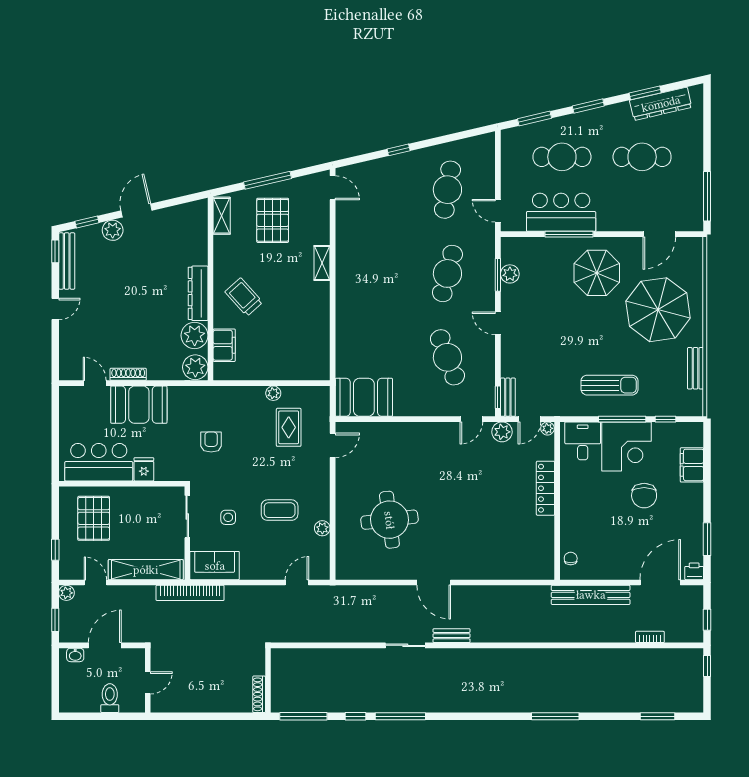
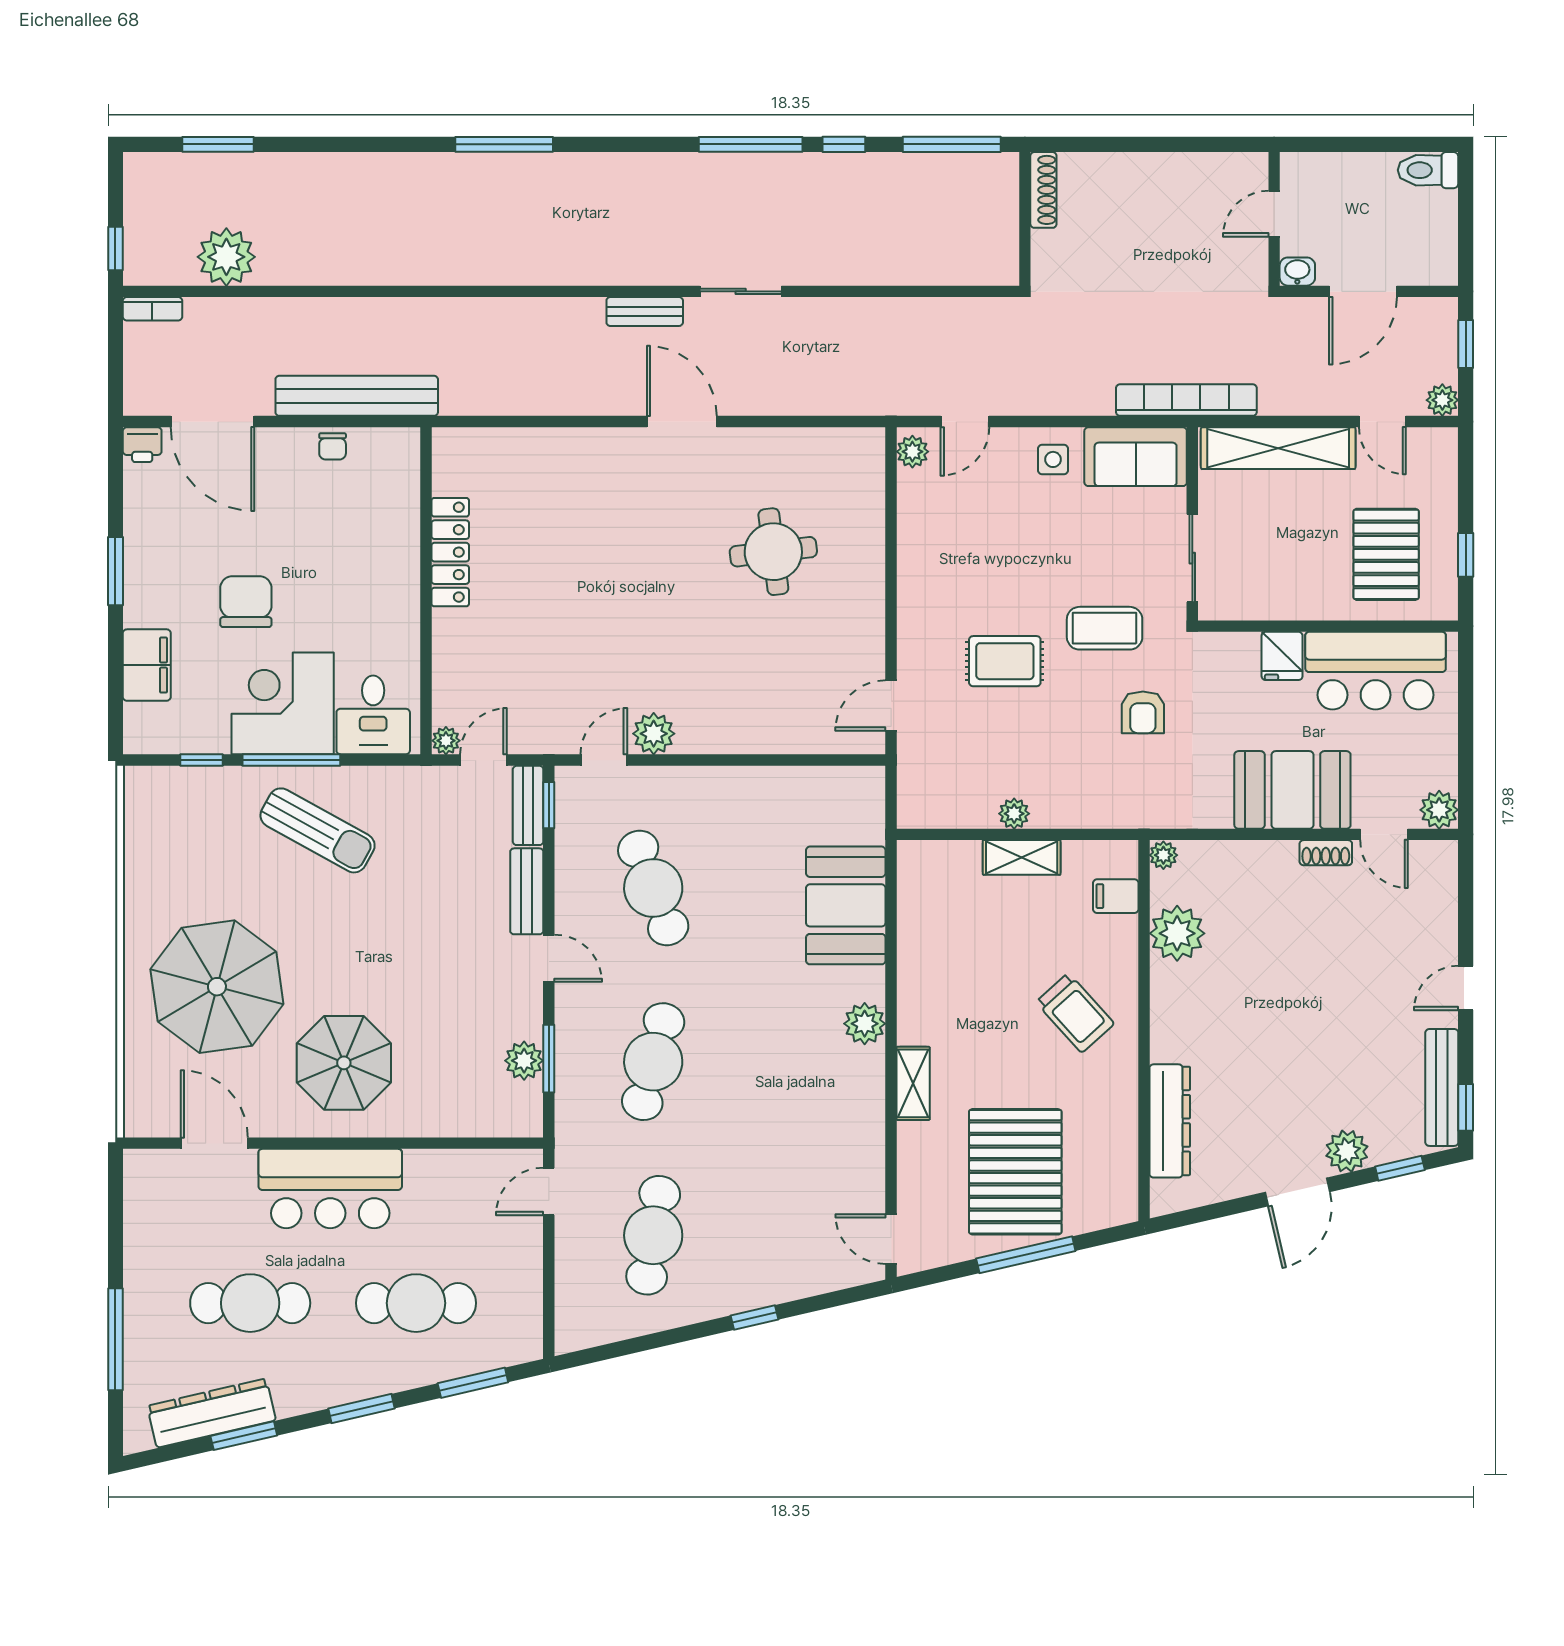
window: (707, 196) -> (115, 1339), moved
door: (498, 211) -> (549, 1191), swing flipped
bar counter: (561, 212) -> (330, 1189), moved
shelving: (222, 216) -> (1022, 857), moved, turned 90
pallet: (273, 220) -> (1015, 1172), width x1.37, depth x1.41
window: (569, 234) -> (401, 1143), removed
door: (659, 234) -> (214, 1143), hinge flipped
plant: (345, 292) -> (865, 1024), added
dresser: (198, 293) -> (1170, 1121), moved
filing cabinet: (224, 345) -> (1116, 896), width x0.50
plant: (195, 367) -> (1163, 855), width x0.53, depth x0.53
bench: (696, 368) -> (527, 891), moved
shoe rack: (128, 374) -> (1326, 853), width x0.70
sun lounger: (610, 385) -> (318, 830), turned -151
plant: (68, 395) -> (1439, 810), added
booth: (364, 397) -> (846, 905), moved, turned 90
rug: (289, 427) -> (1005, 661), moved, turned 90
plant: (502, 432) -> (654, 734), moved
locker: (545, 488) -> (450, 552), moved
coffee table: (280, 510) -> (1105, 628), moved
side table: (228, 517) -> (1053, 459), moved
round table: (389, 520) -> (773, 552), width x0.73, depth x0.73
plant: (322, 528) -> (912, 452), moved
window: (707, 539) -> (115, 571), moved
window: (55, 550) -> (1466, 555), moved
chair: (571, 558) -> (333, 446), moved
door: (660, 582) -> (212, 422), hinge flipped
window: (707, 620) -> (115, 344), removed
bookcase: (650, 637) -> (152, 309), moved
washbasin: (75, 655) -> (1297, 272), moved
plant: (654, 662) -> (226, 257), added
toilet: (110, 698) -> (1428, 170), moved, turned 90
window: (555, 716) -> (504, 144), moved

